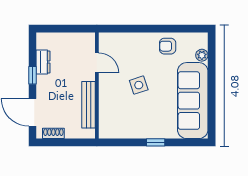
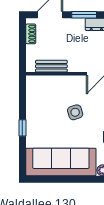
window: (33, 75) -> (84, 15), width x1.50
bench: (89, 105) -> (51, 66), width x0.73

